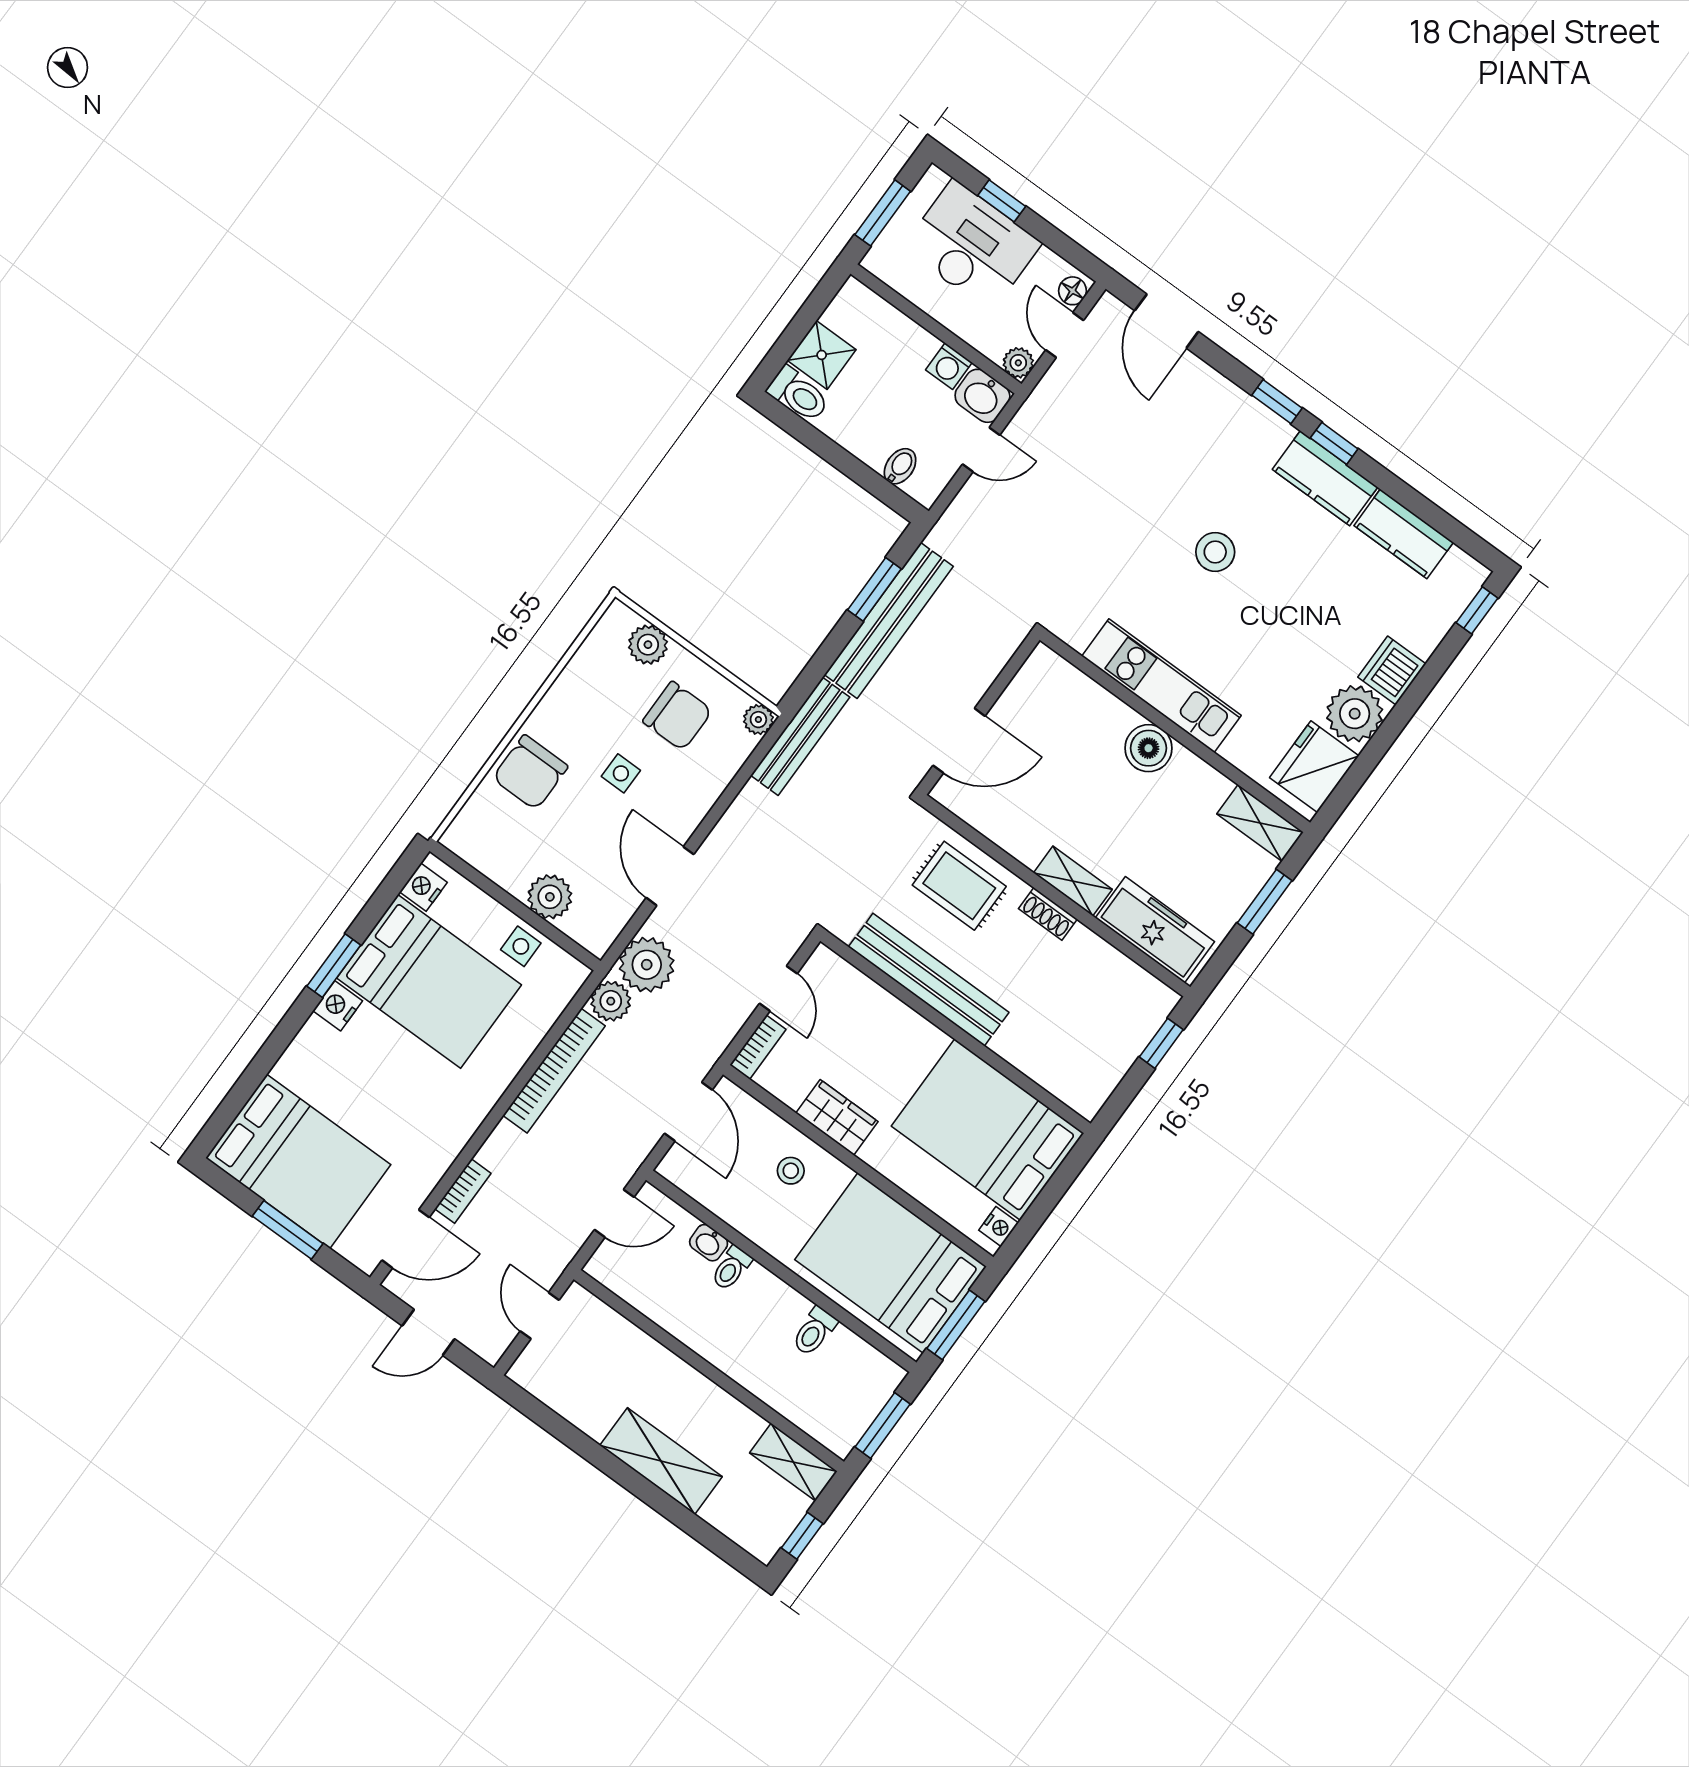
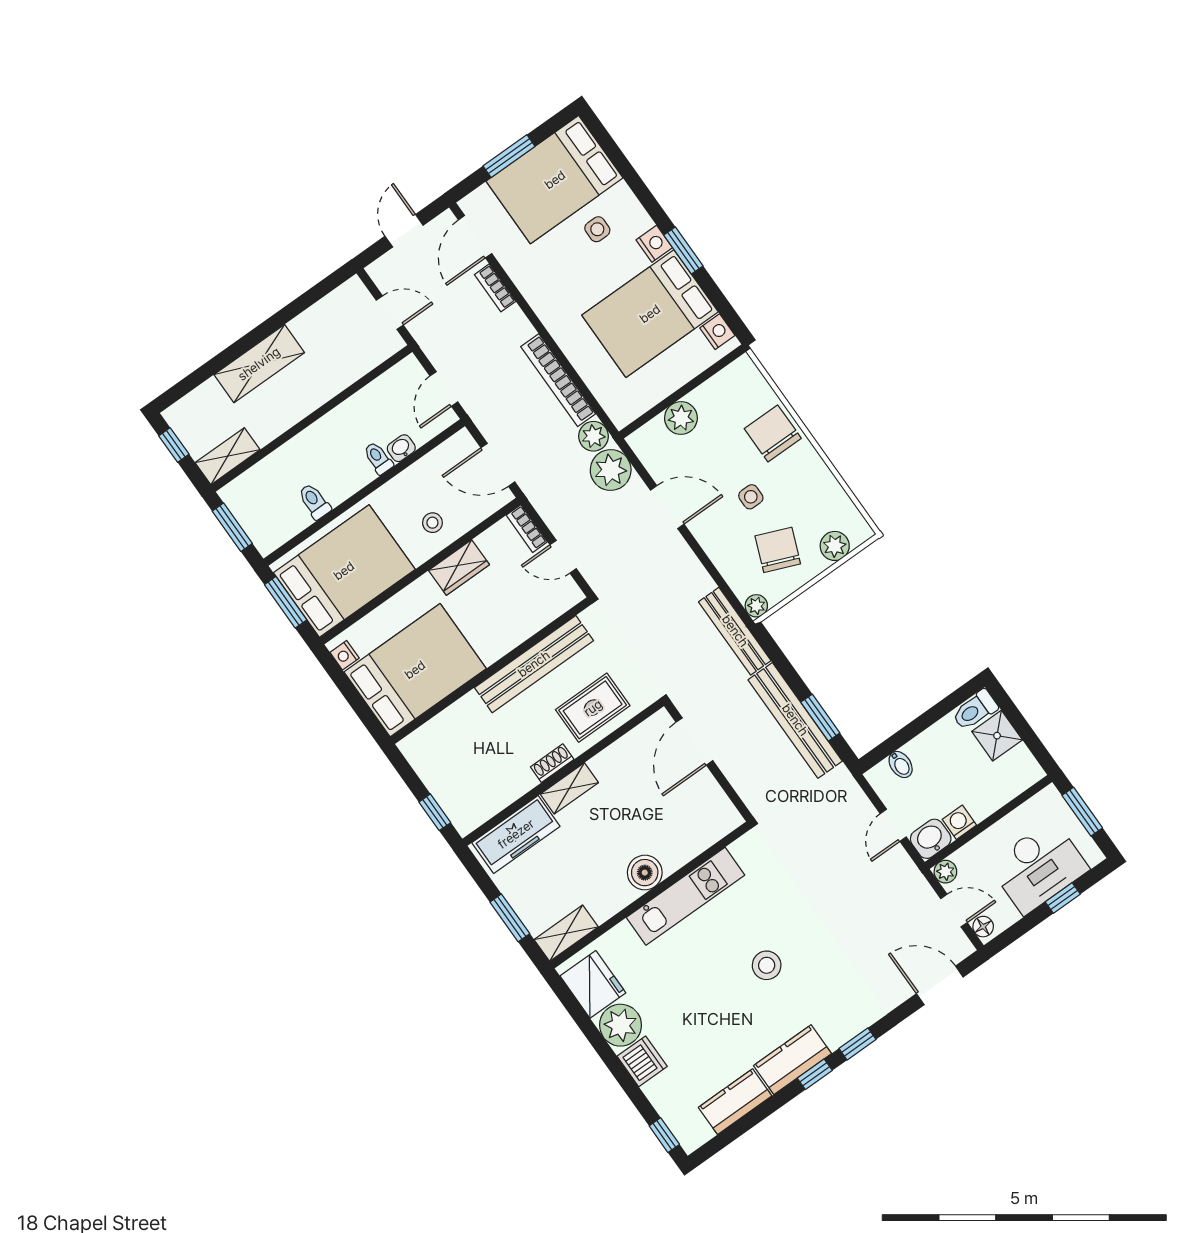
chair: (677, 716) -> (778, 550), turned 112
side table: (521, 946) -> (597, 229), moved

